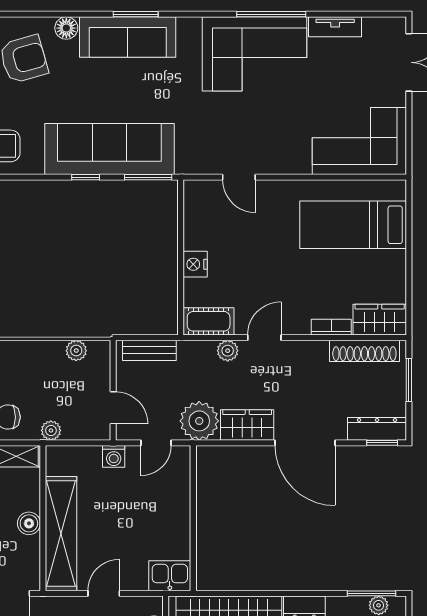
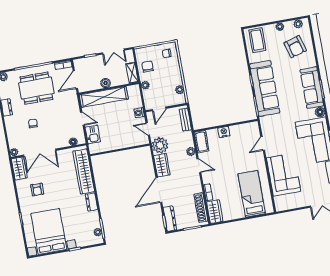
floor lamp: (66, 28) -> (320, 112), moved
corner sofa: (359, 141) -> (284, 175), moved
kitchen sink: (170, 576) -> (93, 135), moved

